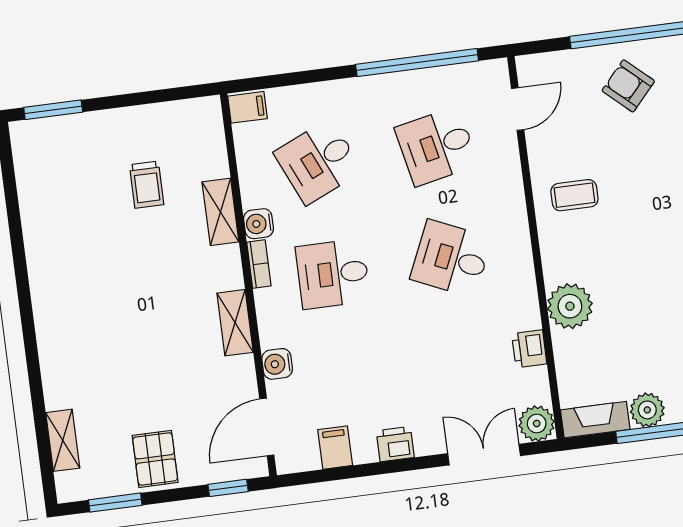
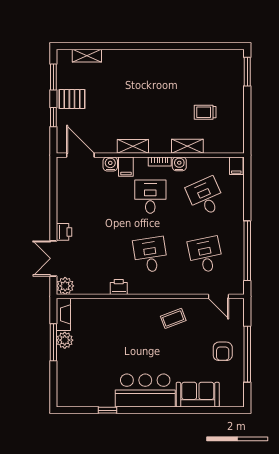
armchair: (628, 86) -> (223, 351), turned 138
coffee table: (574, 195) -> (173, 318), turned 69
desk: (451, 259) -> (150, 255), turned -33
plant: (570, 306) -> (120, 309), removed
printer: (529, 349) -> (119, 287), moved
printer: (395, 444) -> (64, 232), moved
filing cabinet: (335, 448) -> (126, 167), moved, turned 90
double door: (484, 455) -> (53, 258), swing flipped
window: (228, 488) -> (53, 117), moved

